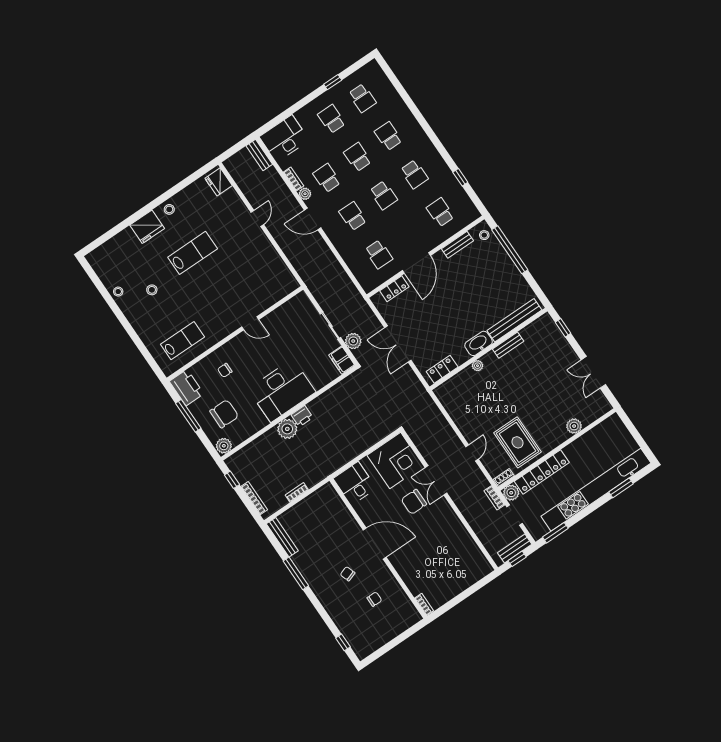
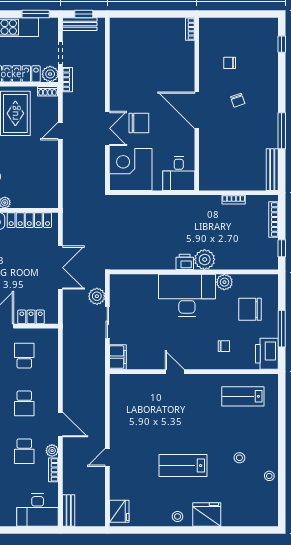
filing cabinet: (342, 360) -> (118, 357), moved
locker: (442, 369) -> (29, 220), width x1.53
plant: (224, 446) -> (224, 282), moved

